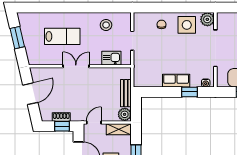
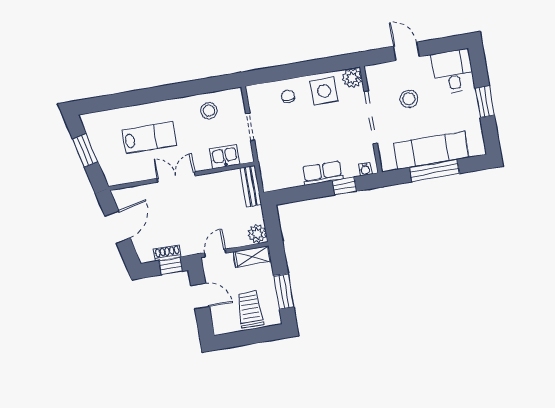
bench: (126, 93) -> (251, 186), moved

